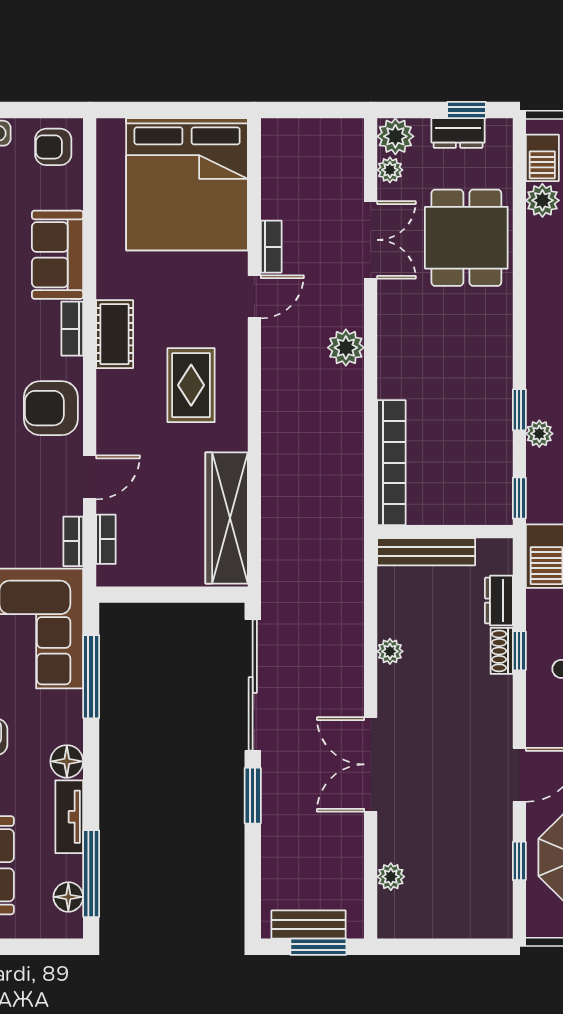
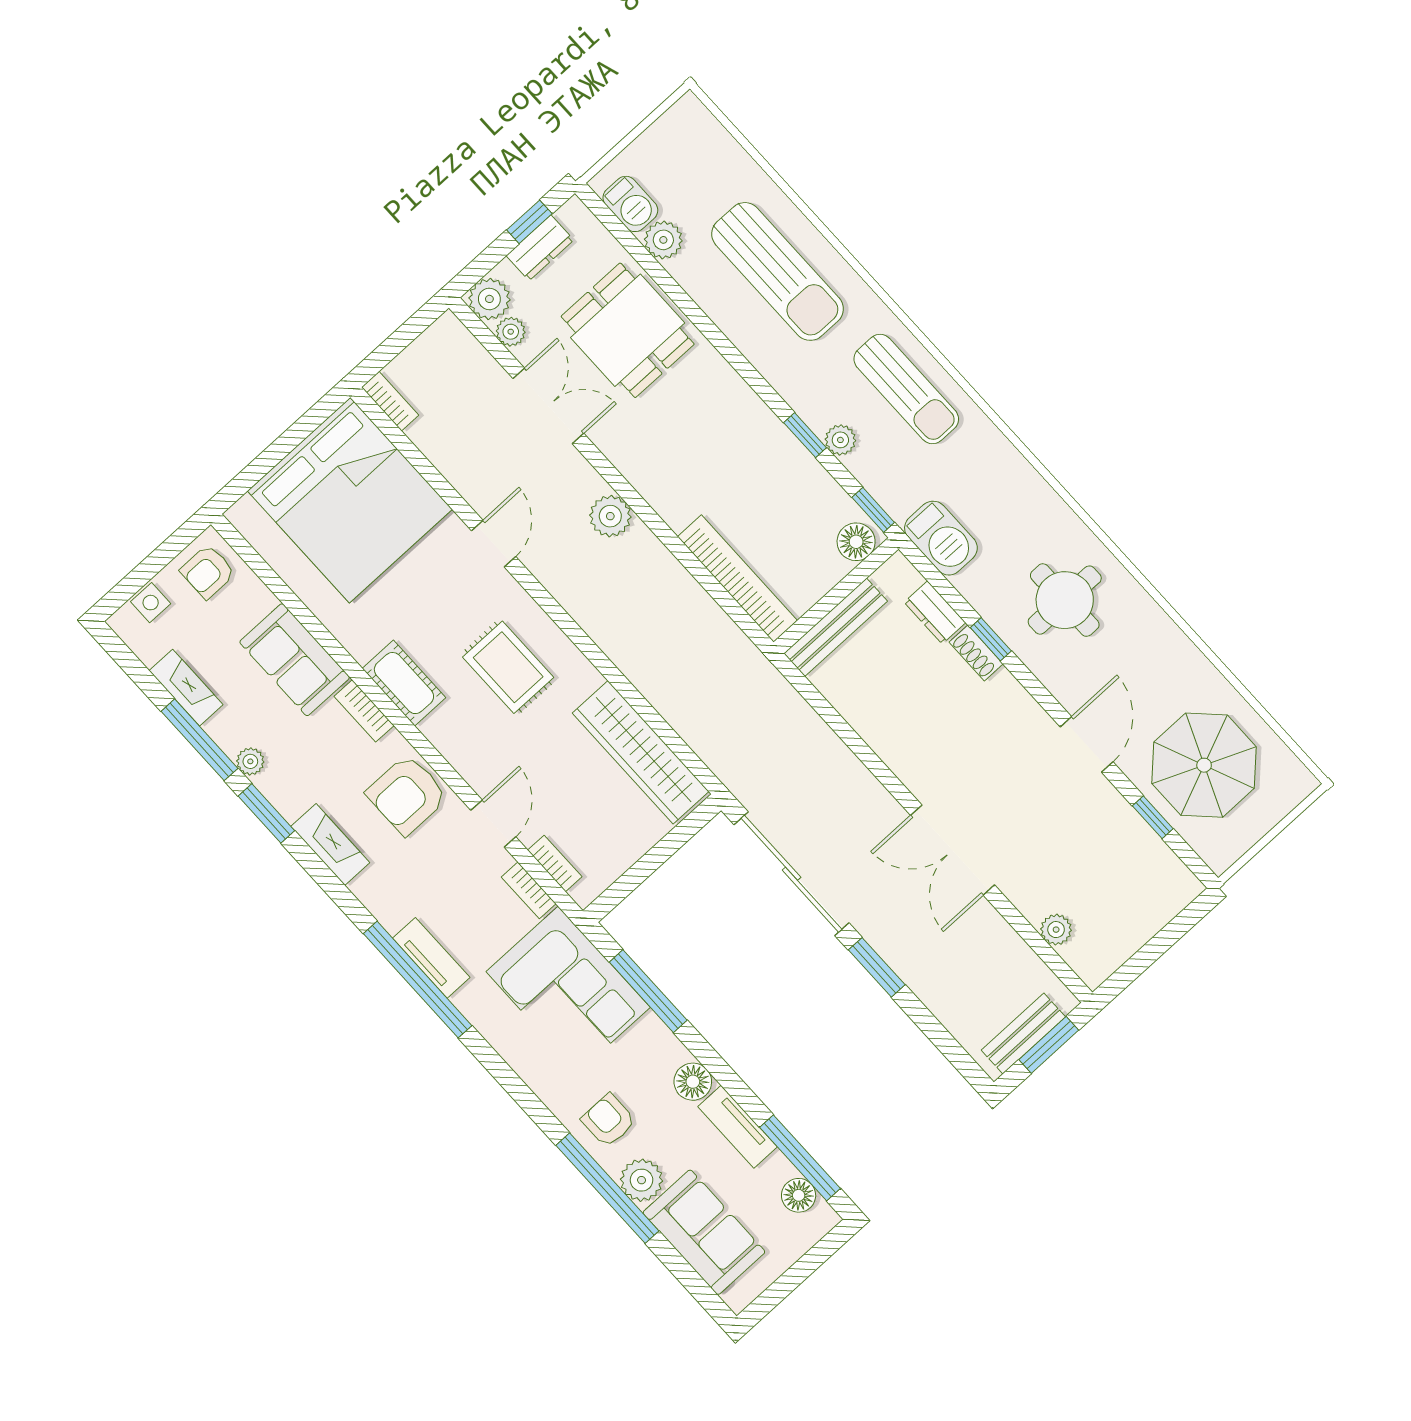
bookcase: (271, 247) -> (390, 401), moved
floor lamp: (490, 509) -> (856, 542), added
plant: (390, 651) -> (882, 739), removed

